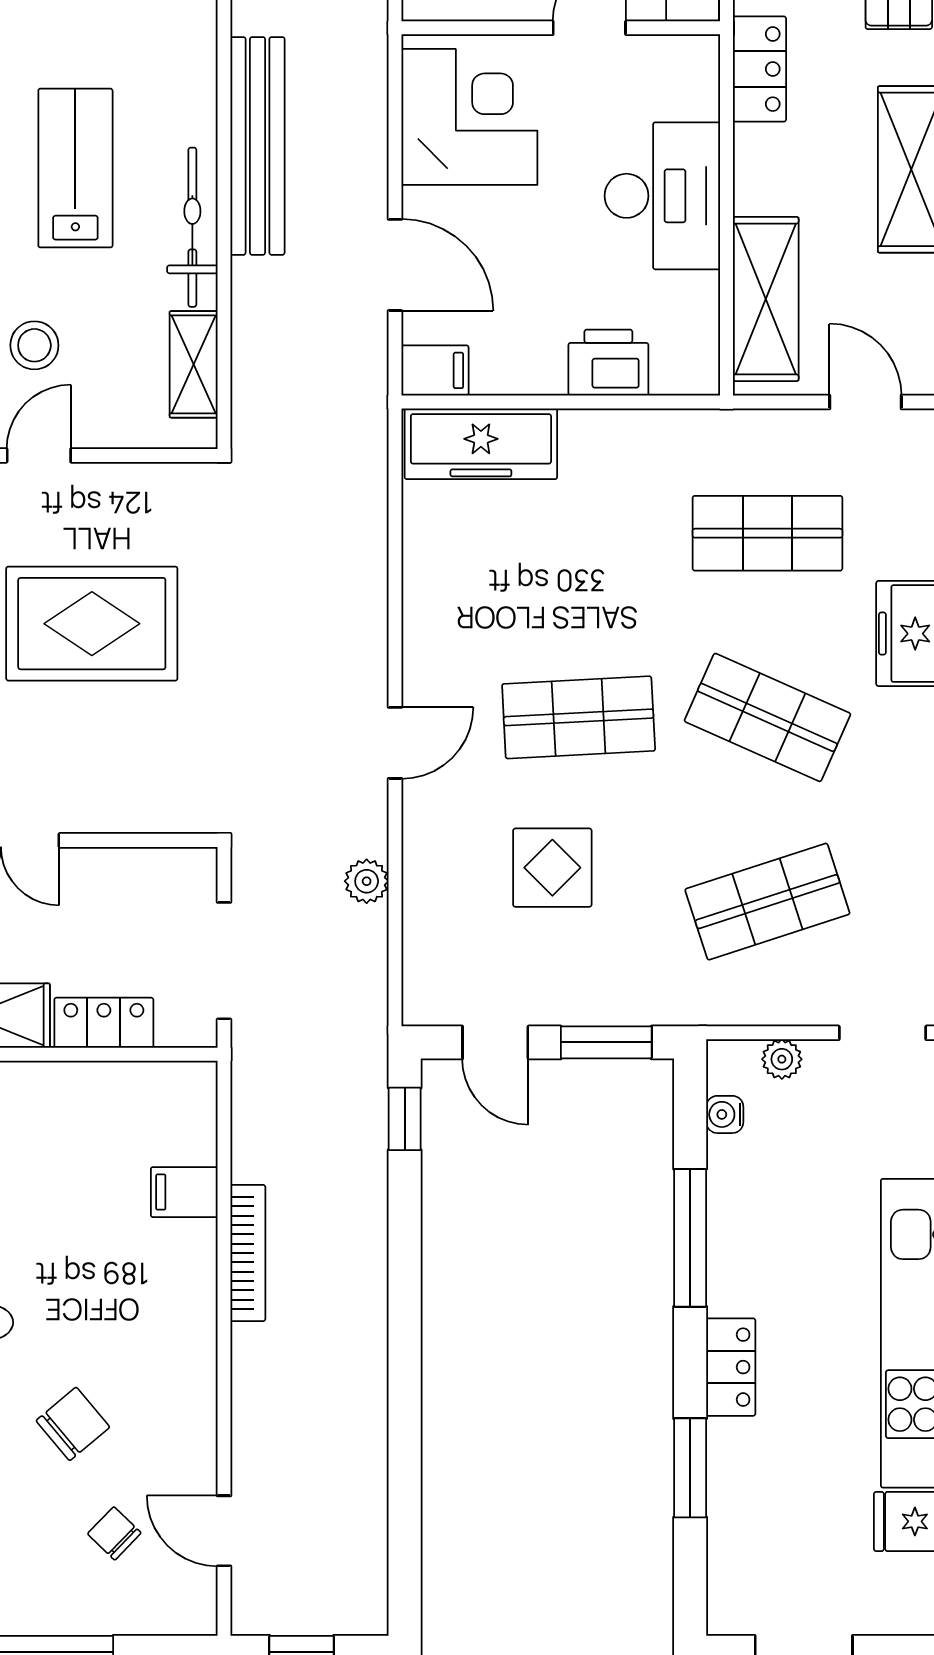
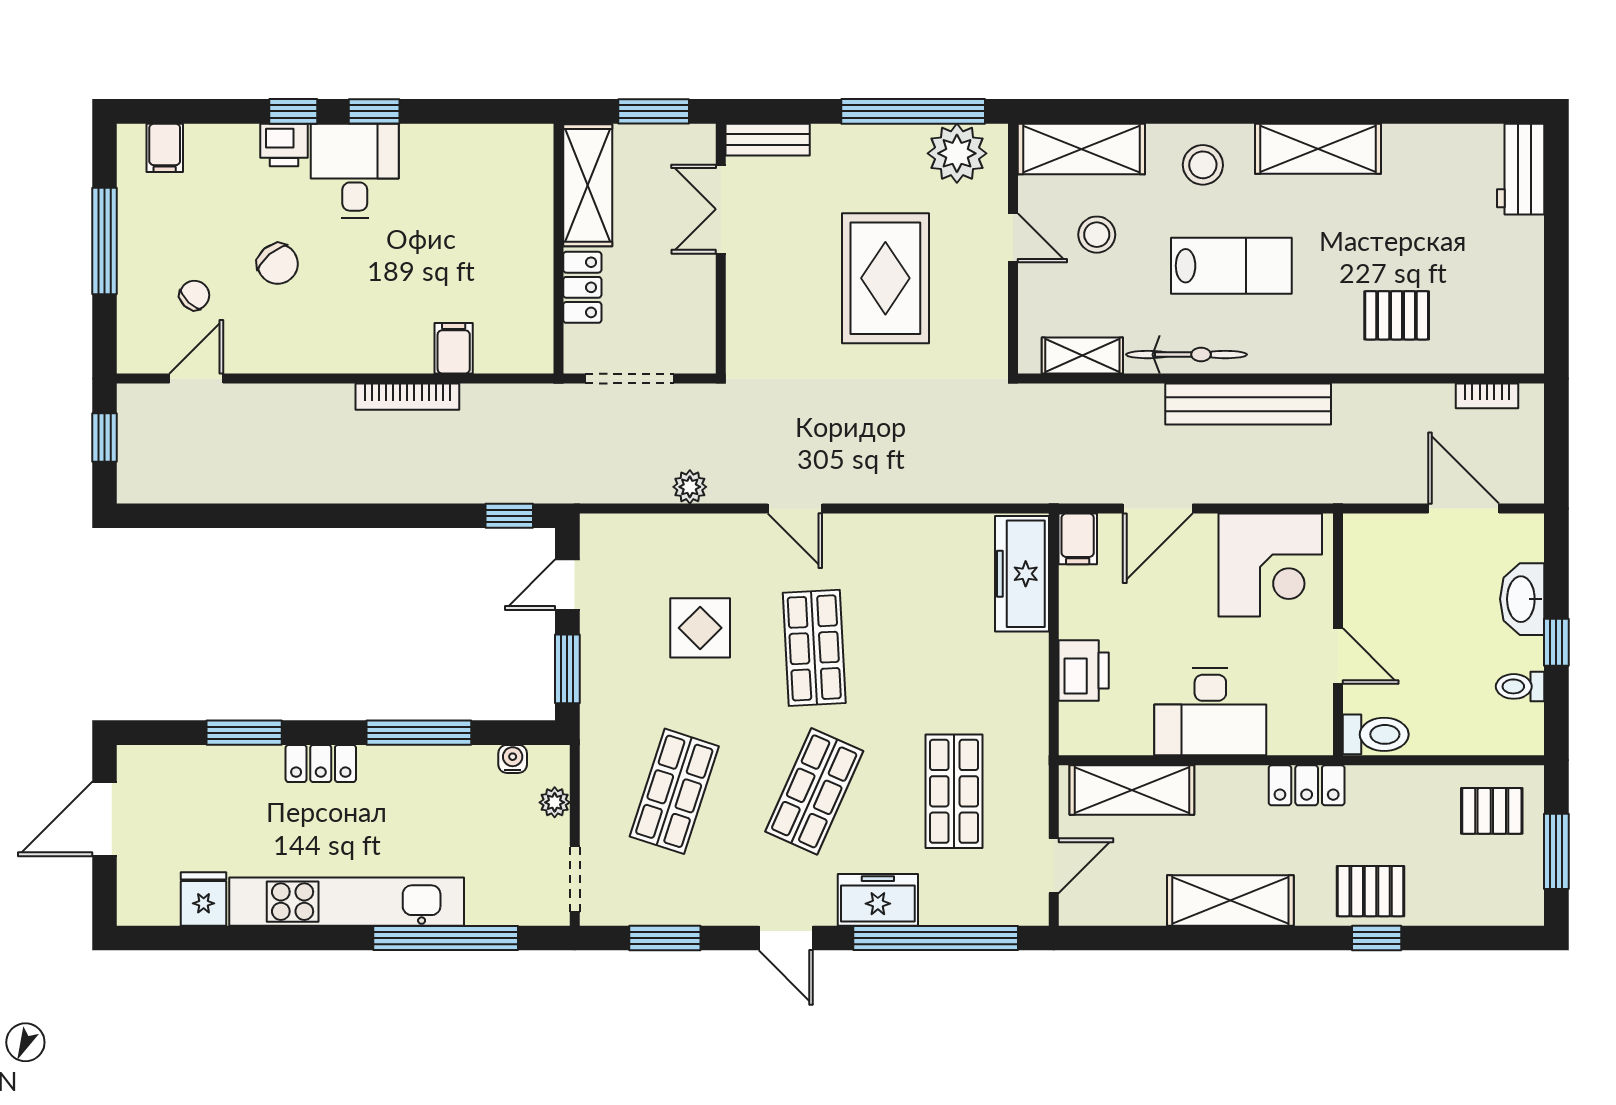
shop shelf: (767, 902) -> (674, 791), turned 36

